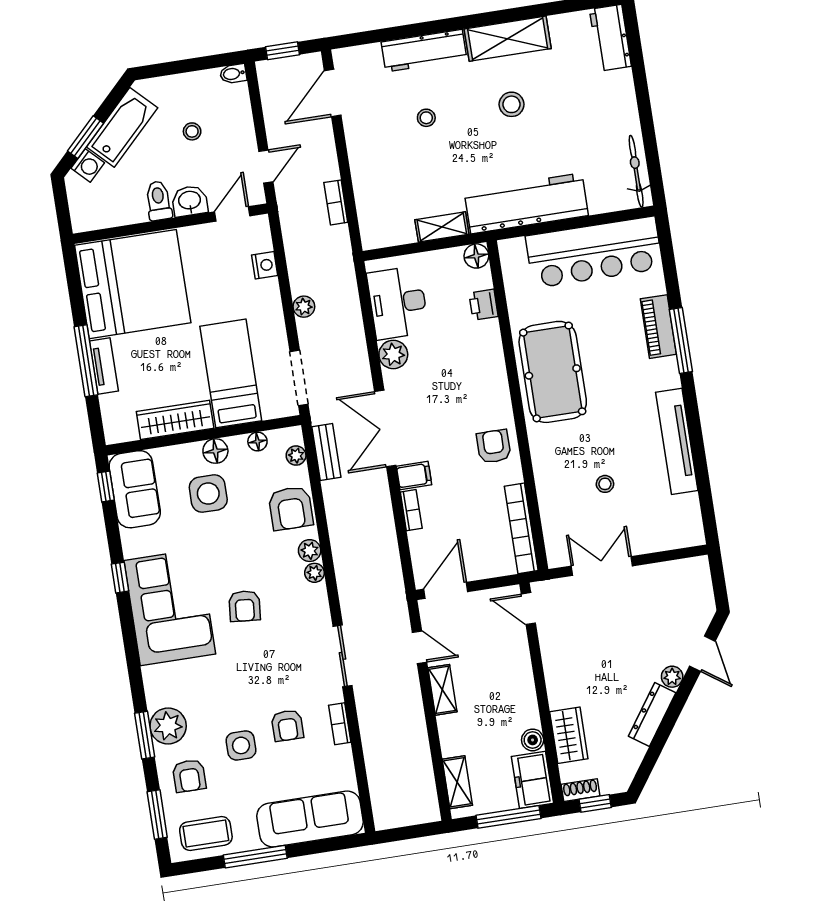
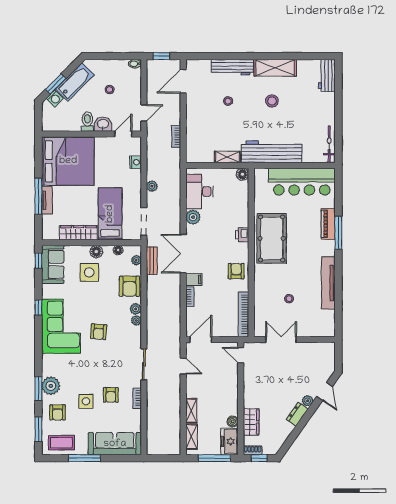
printer: (484, 305) -> (242, 235), moved
shelving: (442, 690) -> (191, 411), moved
dresser: (652, 714) -> (297, 414), width x0.70

